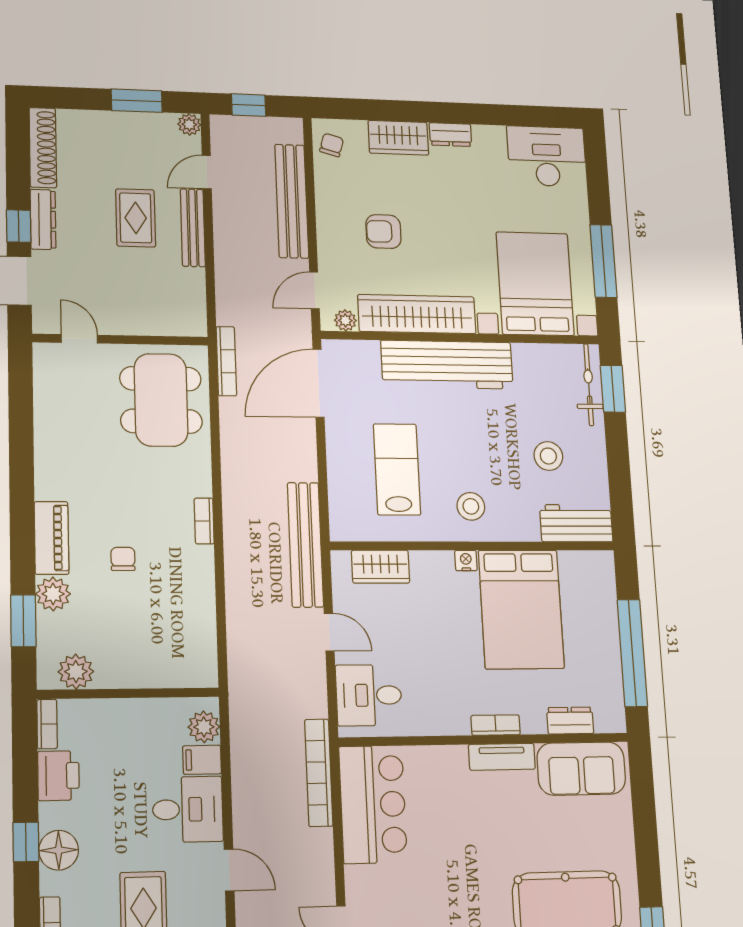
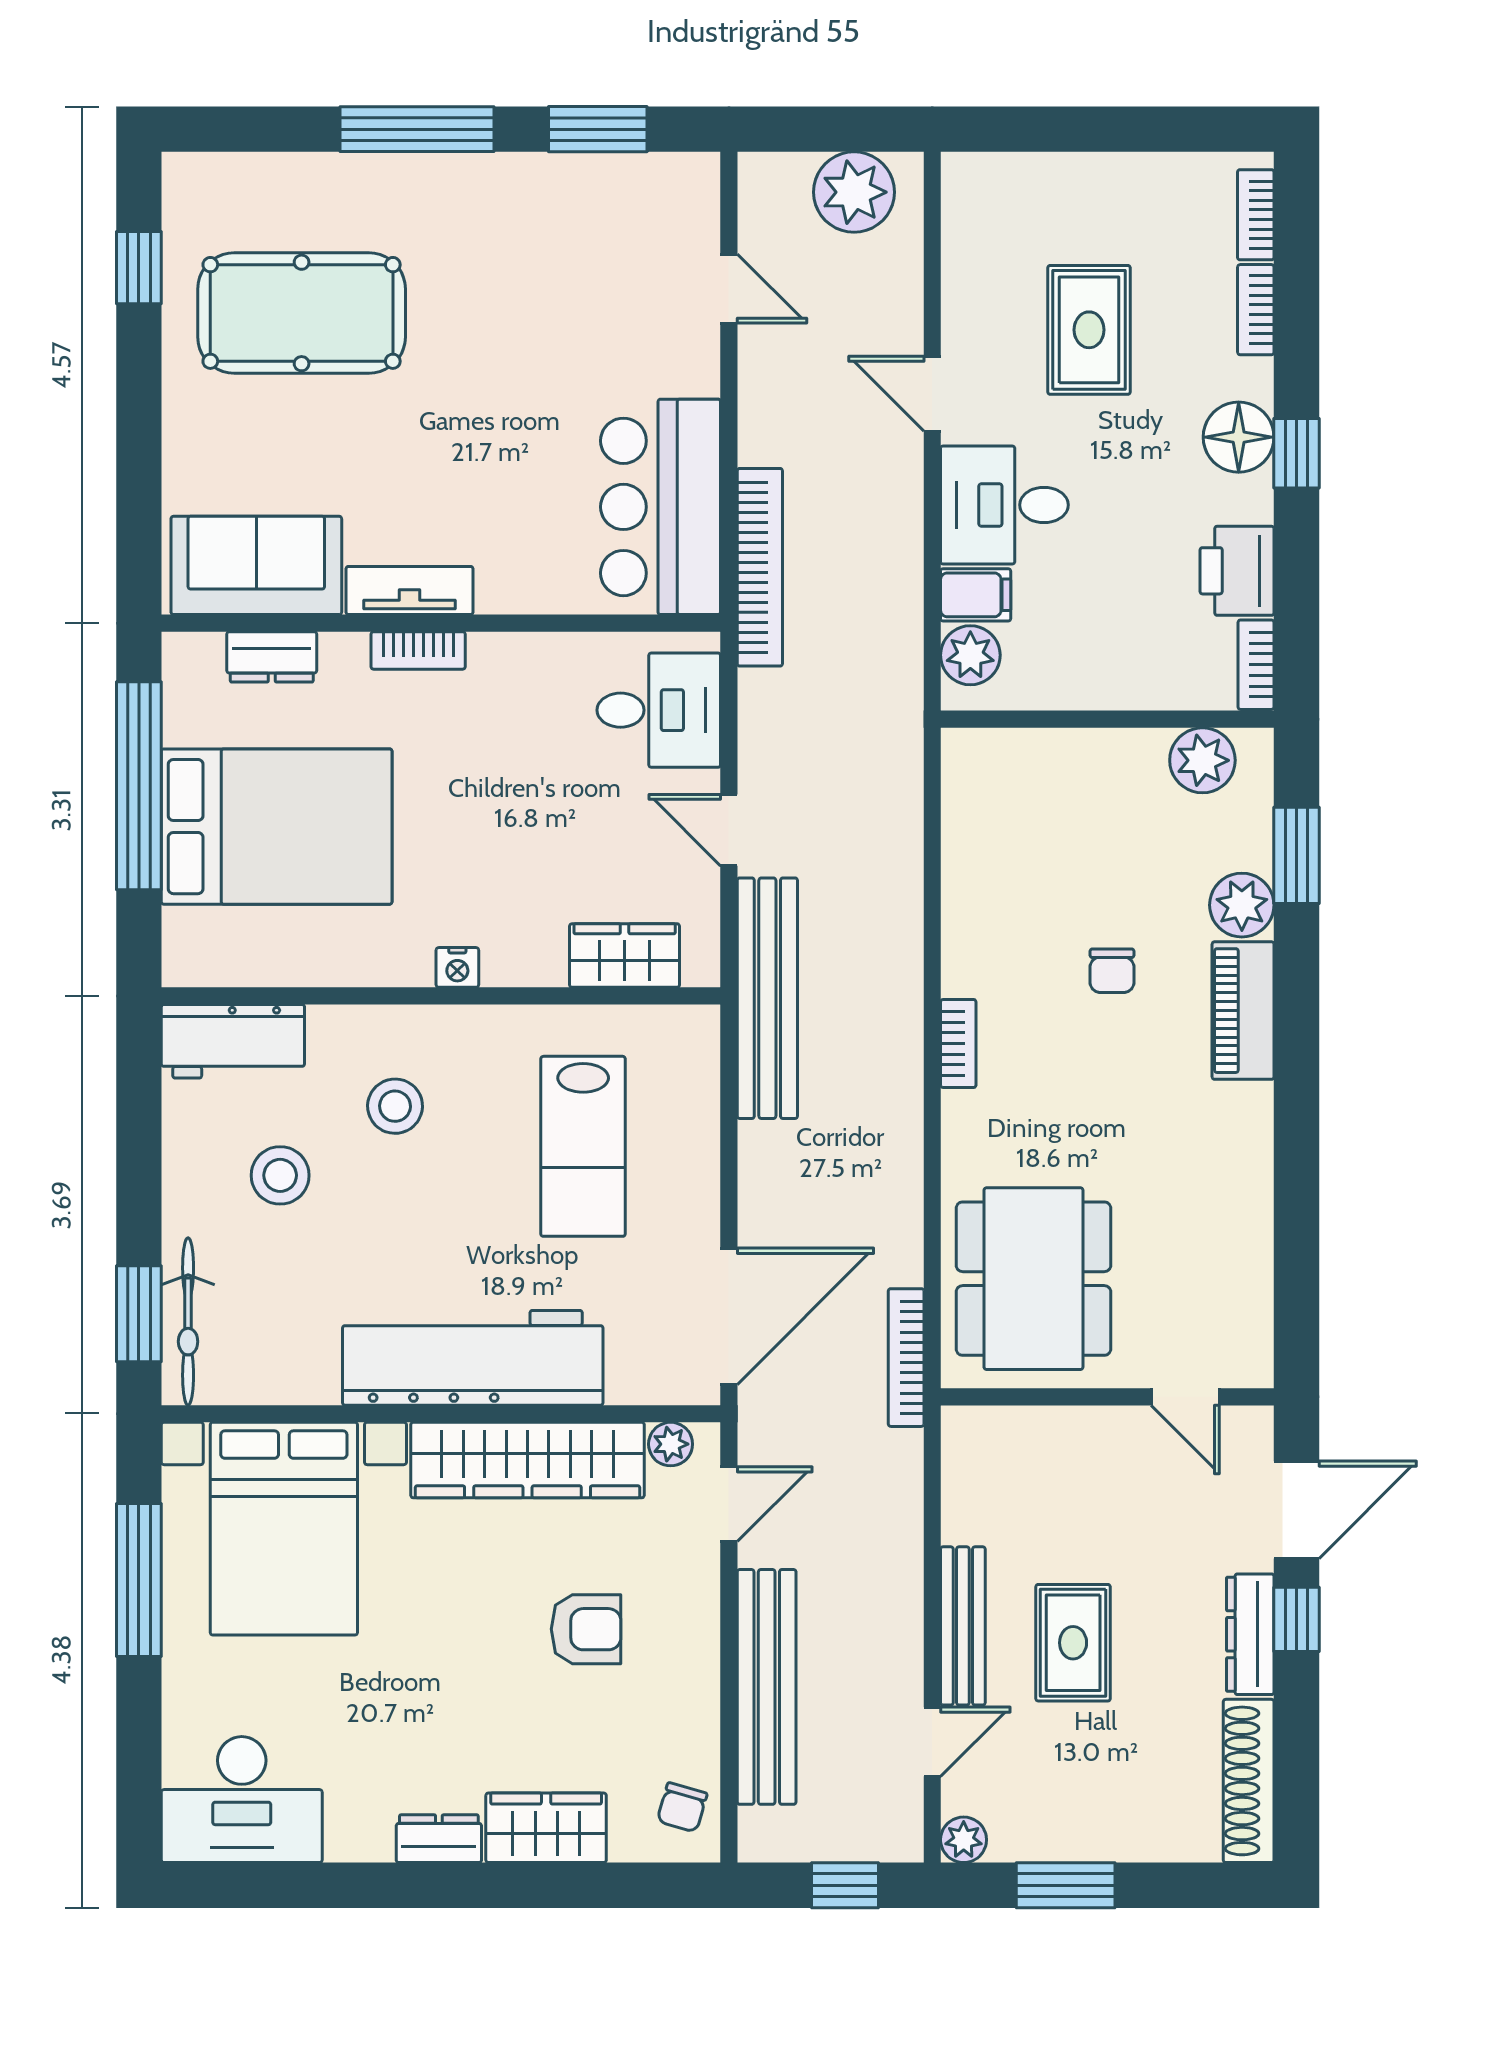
stool: (471, 506) -> (395, 1106), moved
bed: (521, 609) -> (277, 827), moved, turned 90

